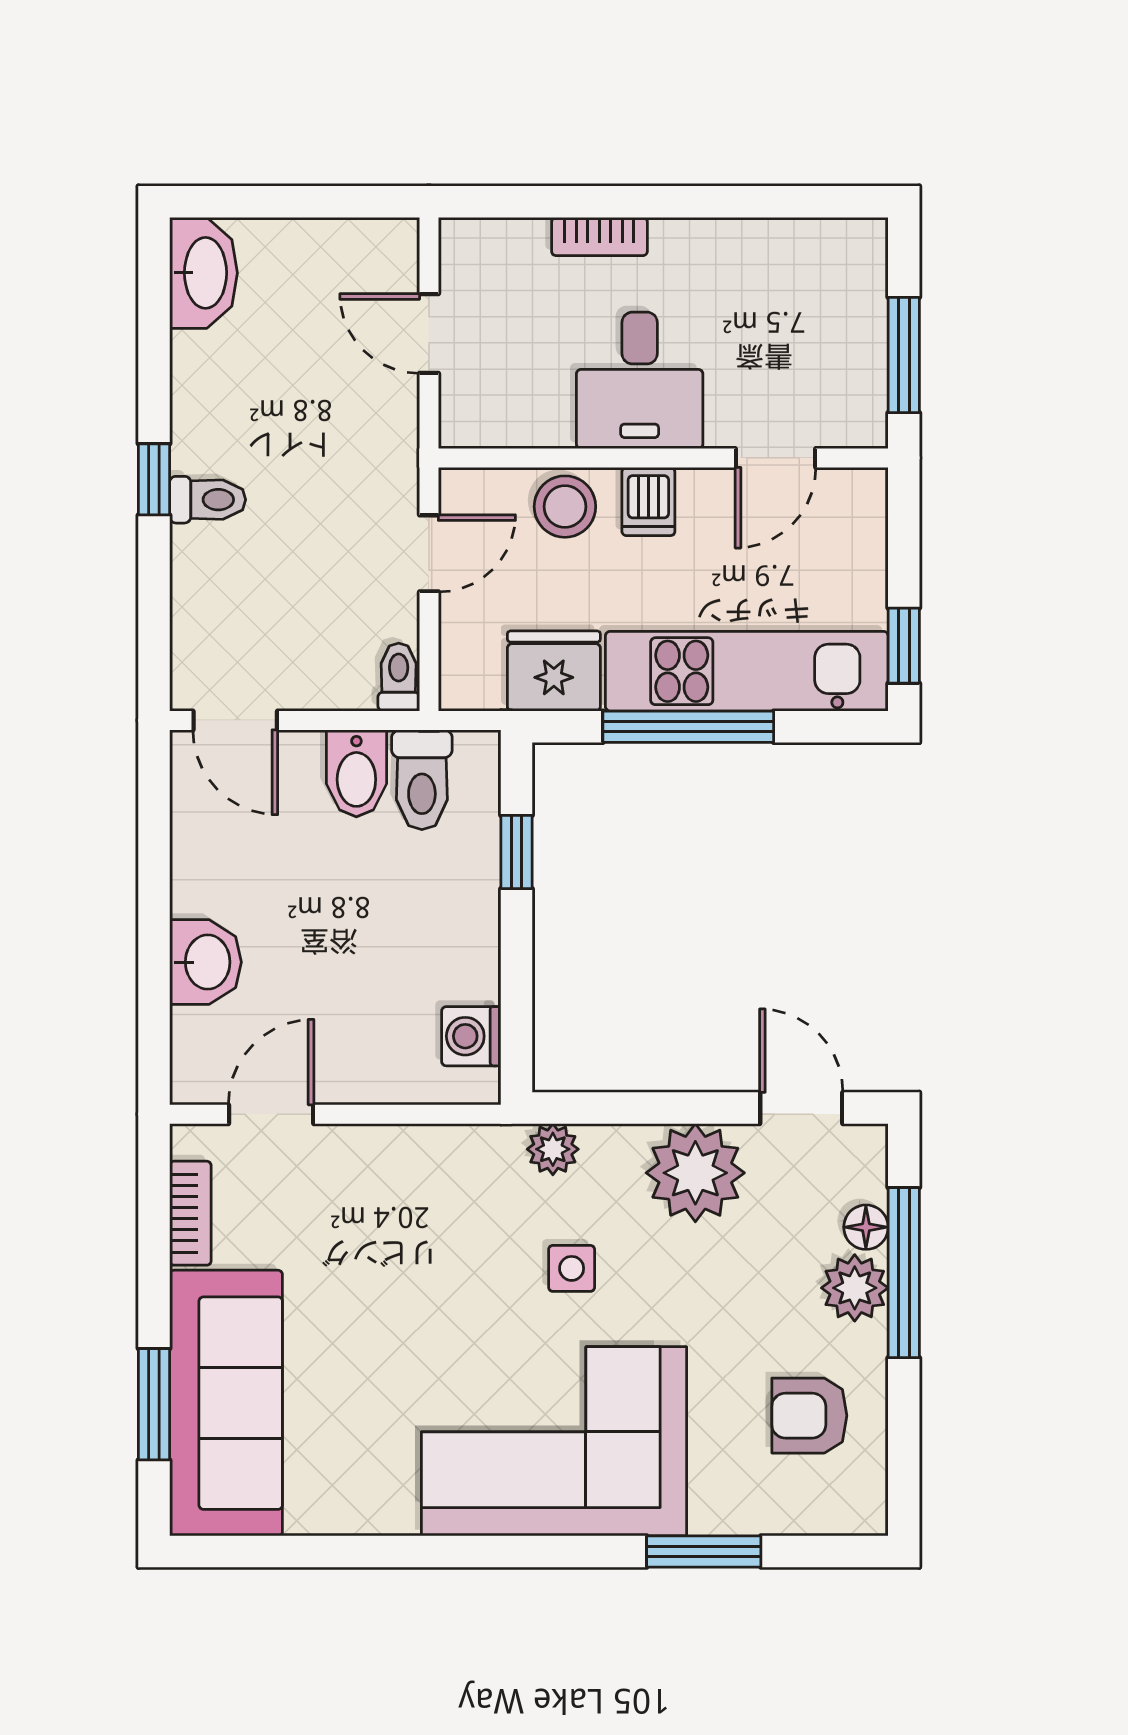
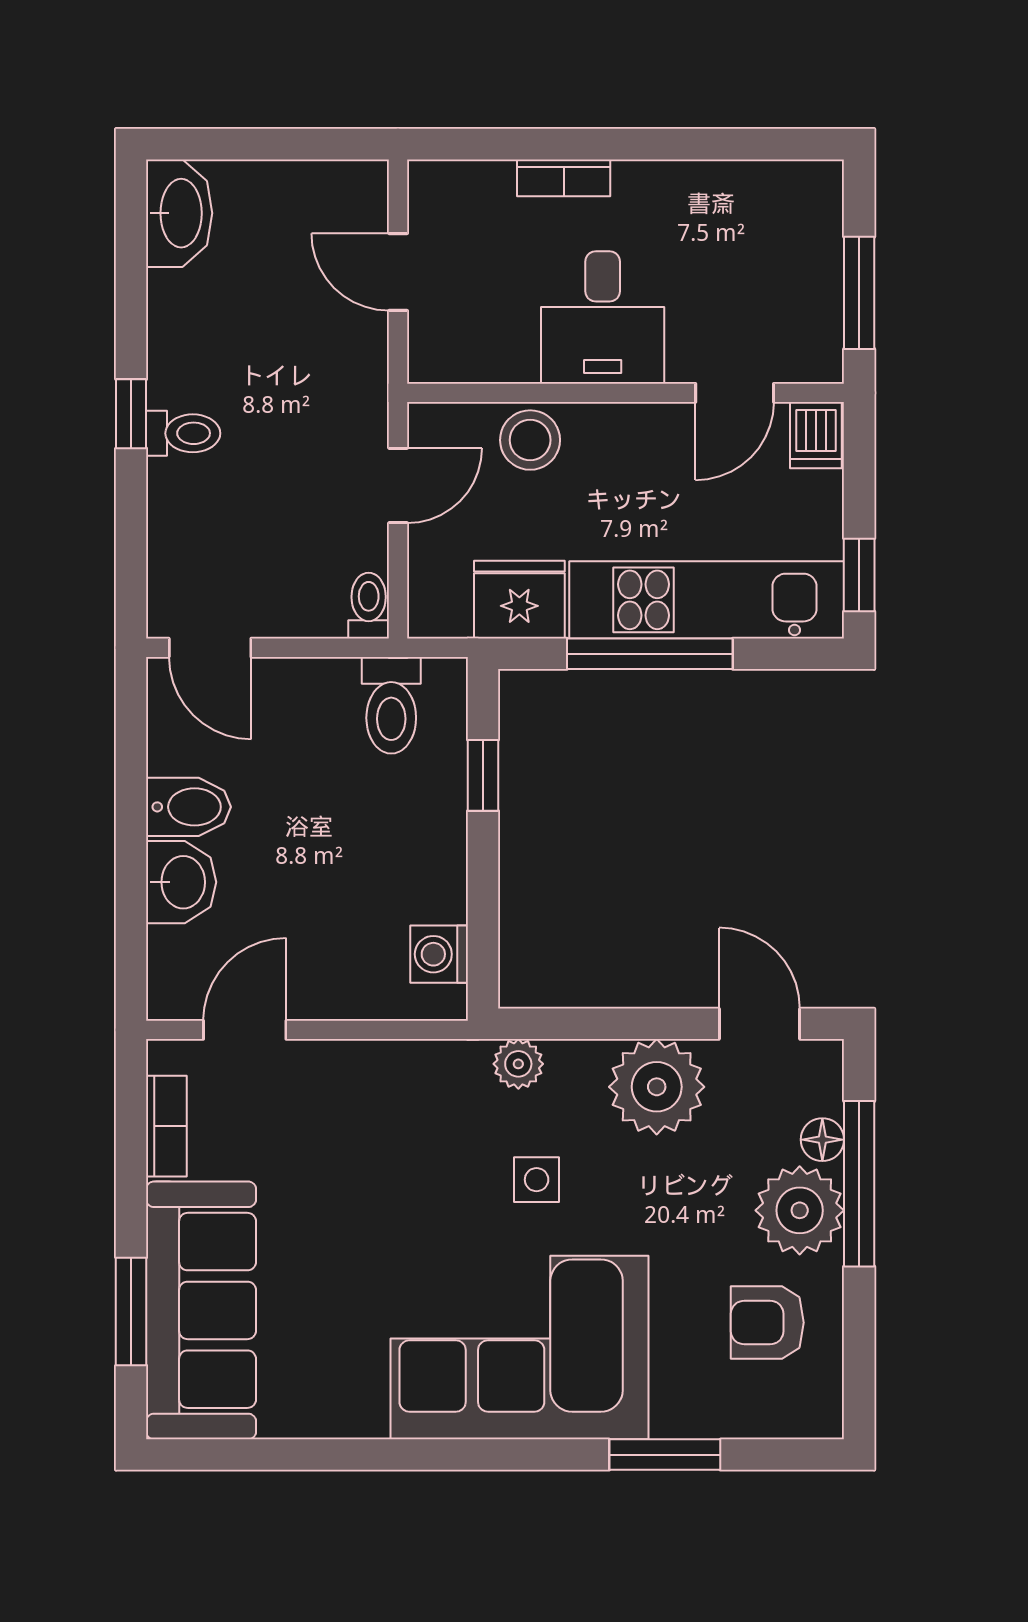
dishwasher: (648, 502) -> (816, 435), moved
bidet: (356, 773) -> (189, 807), moved, turned -90
plant: (855, 1288) -> (800, 1210), width x1.36, depth x1.36

